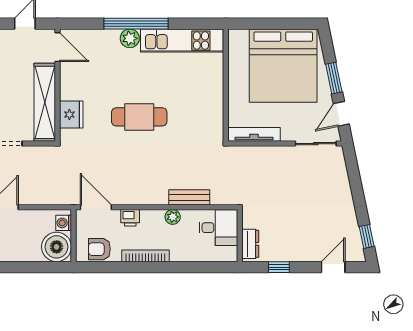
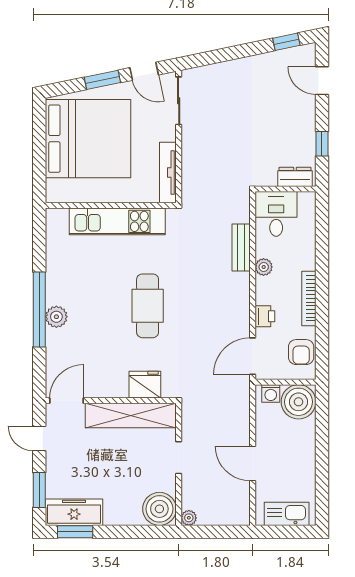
kitchen unit: (182, 41) -> (117, 221), moved, turned 90

